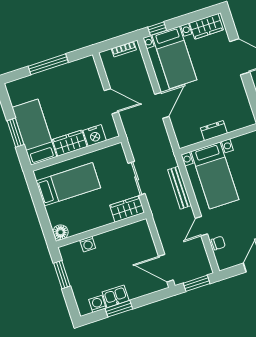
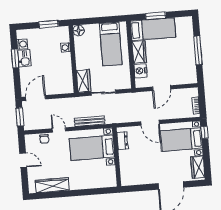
dresser: (214, 131) -> (122, 141), moved

